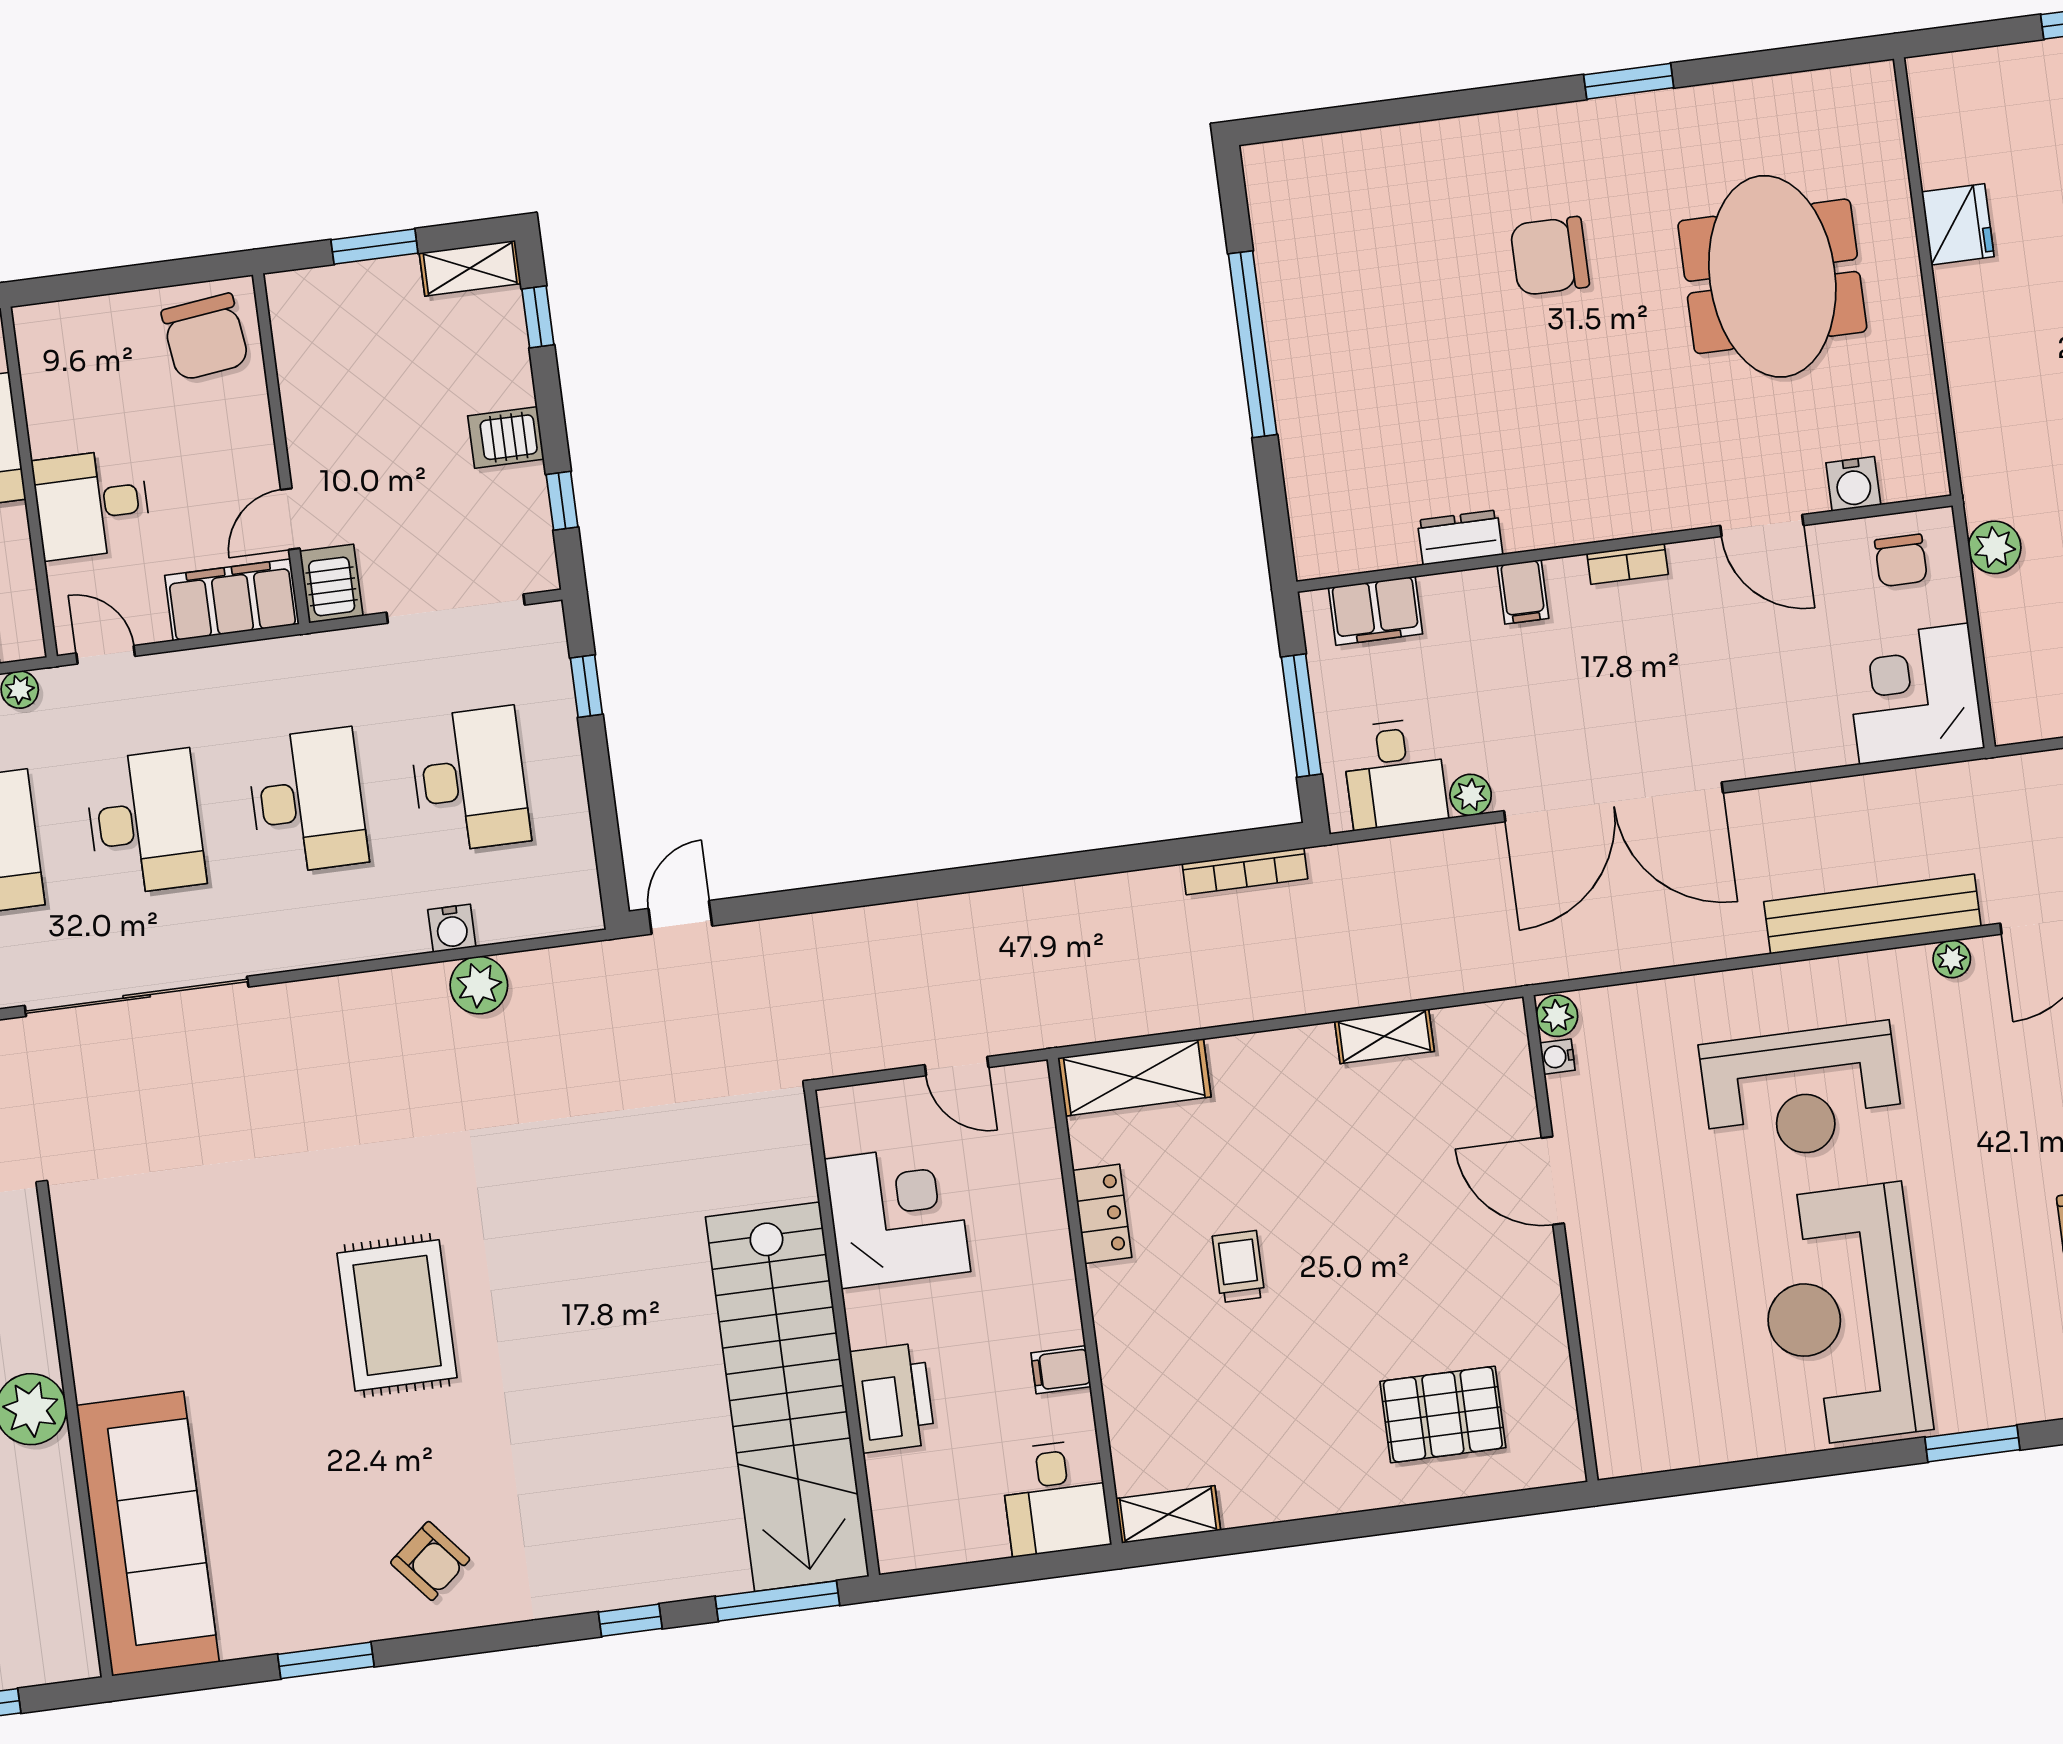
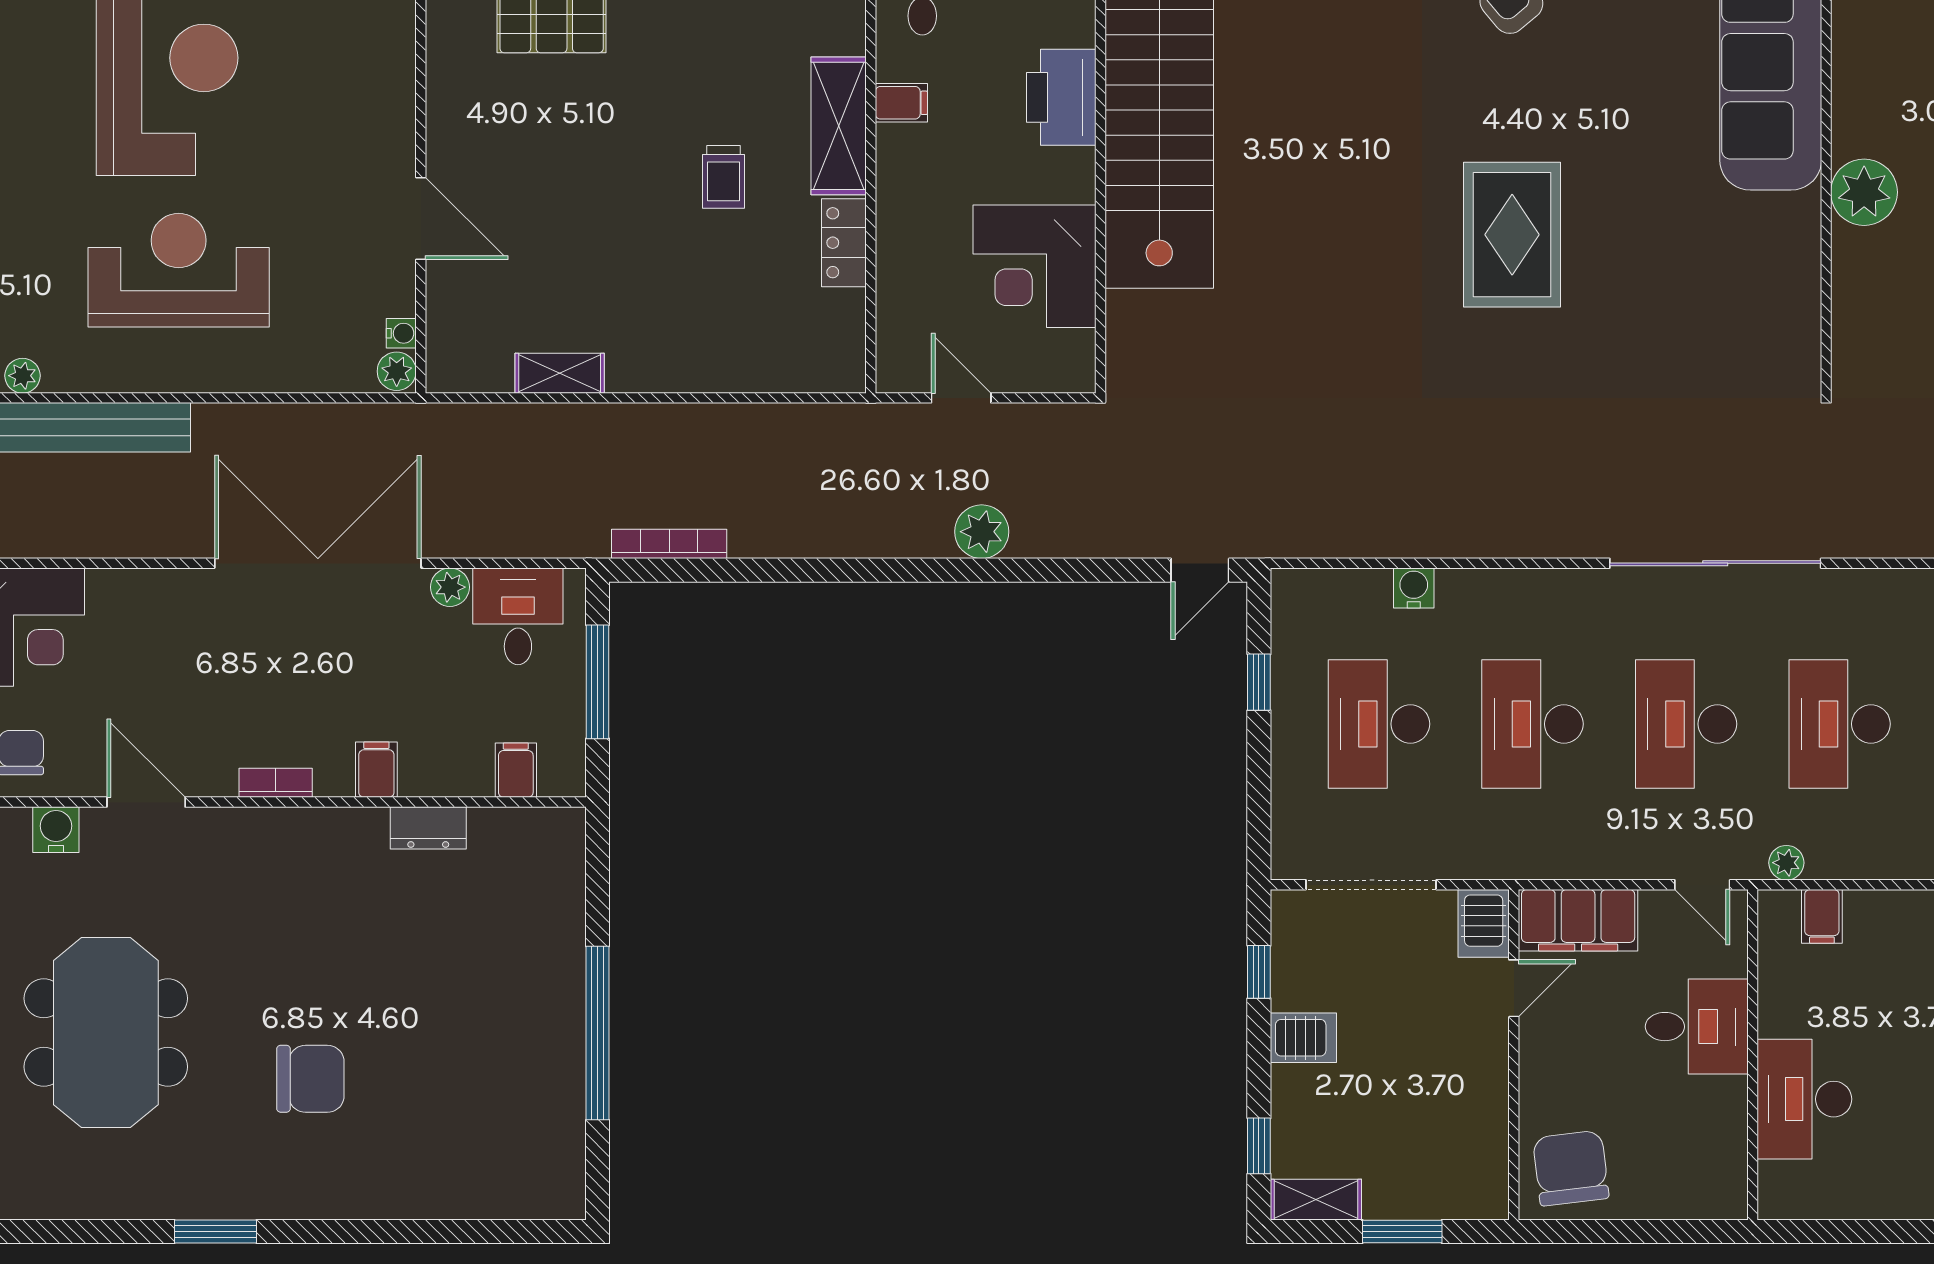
filing cabinet: (1376, 611) -> (516, 770), width x0.50
window: (586, 686) -> (1259, 682), moved
plant: (479, 985) -> (982, 532), moved
shelving: (1134, 1077) -> (839, 126), moved, turned 90

